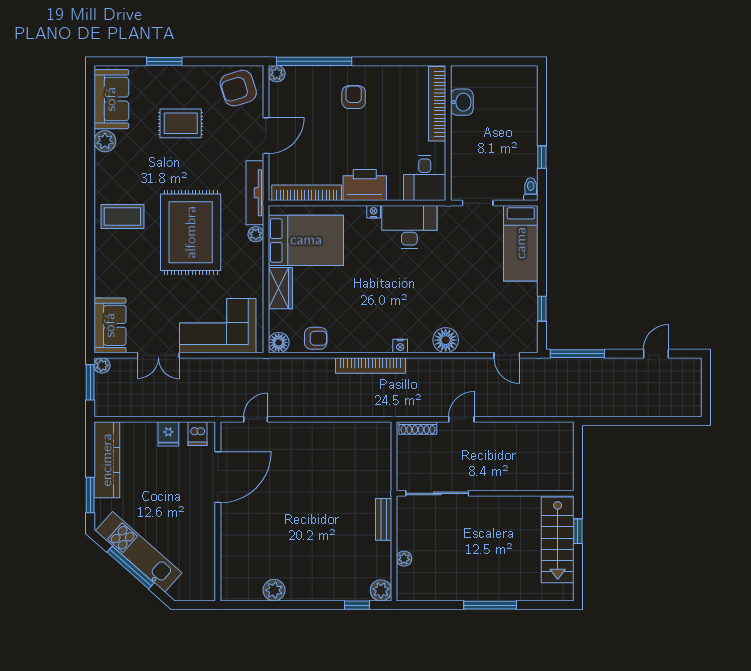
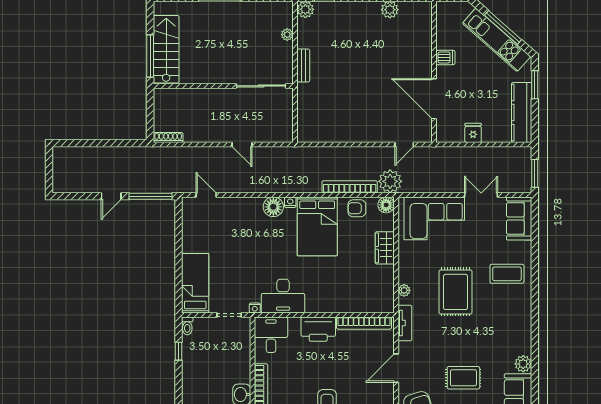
tv unit: (255, 193) -> (405, 323), width x0.71
nightstand: (374, 212) -> (255, 308), moved
coffee table: (122, 216) -> (507, 274), moved
rug: (191, 232) -> (456, 292), width x0.73, depth x0.69
bed: (306, 240) -> (317, 226), moved, turned -90
window: (542, 309) -> (179, 232), removed
floor lamp: (446, 340) -> (273, 207), moved
door: (656, 354) -> (111, 196), moved
plant: (102, 365) -> (390, 181), moved, width x1.87, depth x1.87
bookcase: (370, 366) -> (350, 187), moved
door: (461, 419) -> (242, 144), hinge flipped
shoe rack: (418, 428) -> (168, 137), moved
dishwasher: (197, 434) -> (445, 57), moved, turned 90
door: (218, 477) -> (434, 99), hinge flipped
window: (578, 531) -> (150, 56), width x2.17

